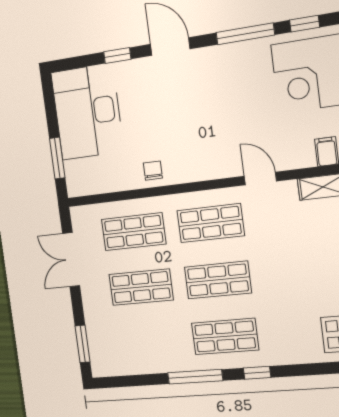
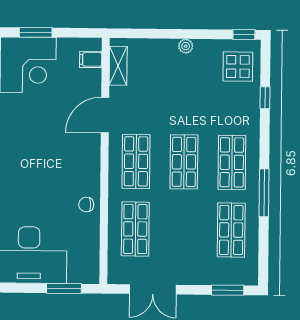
door: (260, 179) -> (105, 115), width x1.38
shop shelf: (141, 287) -> (231, 230), moved
window: (257, 373) -> (265, 98), moved

